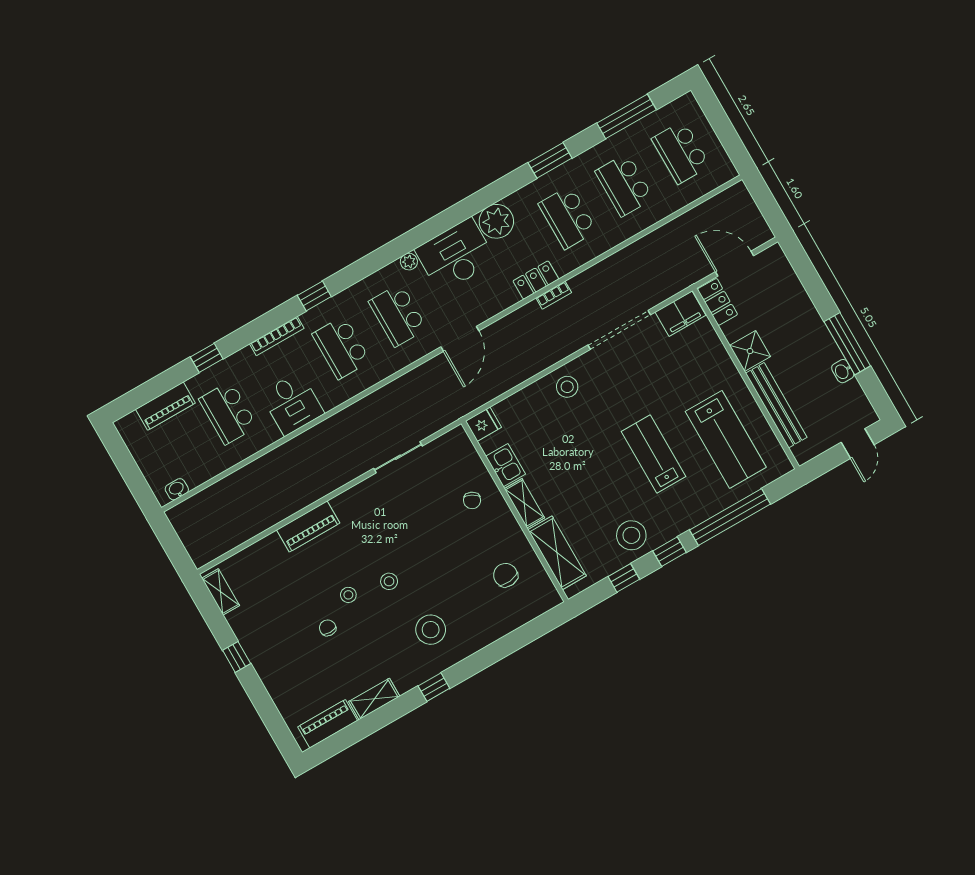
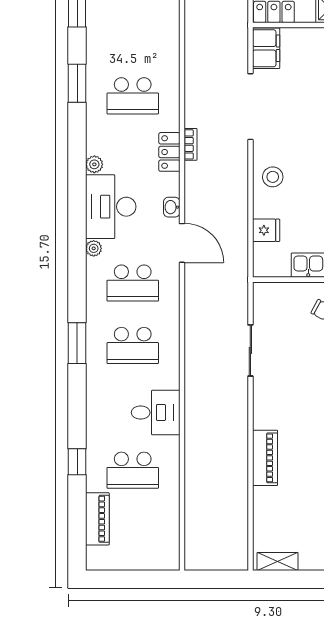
school desk: (624, 185) -> (133, 33), removed
plant: (496, 221) -> (94, 164), width x0.53, depth x0.53
window: (314, 296) -> (77, 343), width x1.50
bookcase: (277, 336) -> (92, 393), removed
fridge: (484, 424) -> (266, 230), moved, turned 90
washbasin: (177, 489) -> (172, 207), moved

